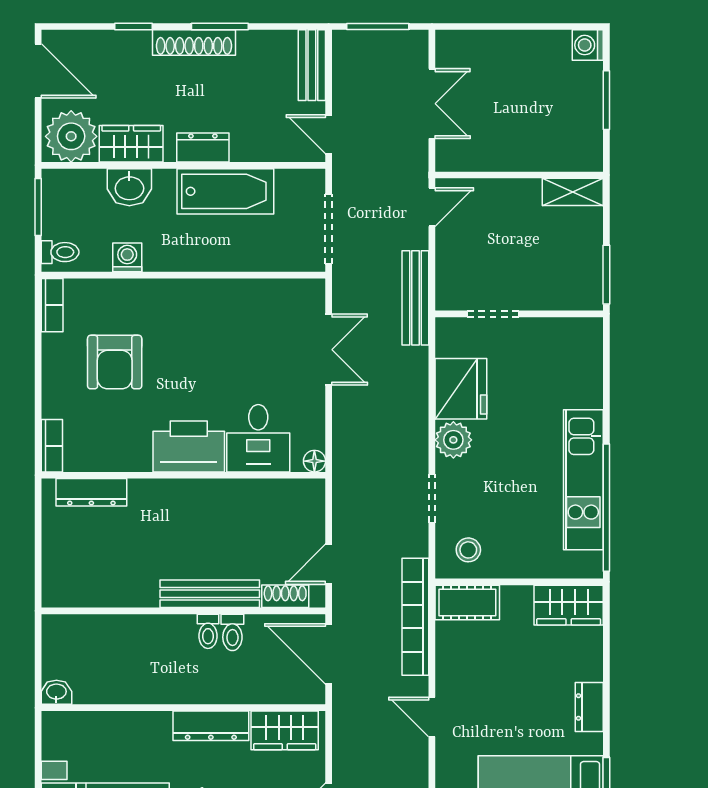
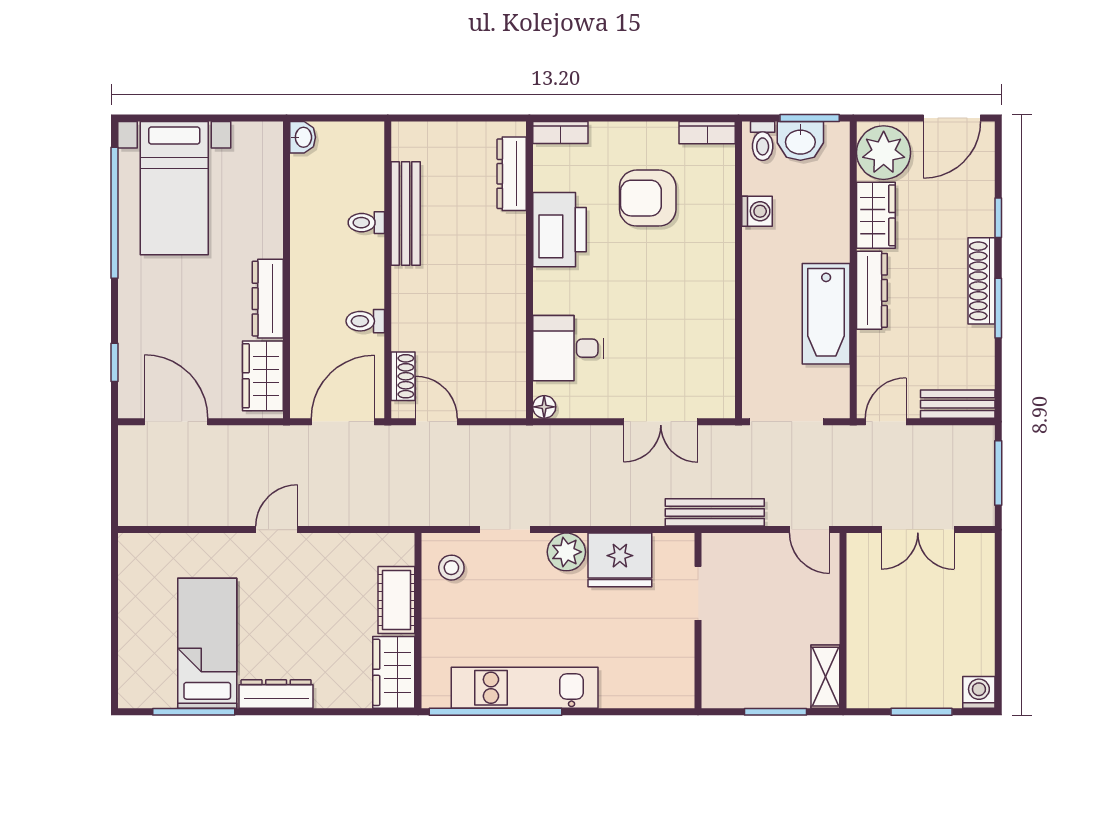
dresser: (203, 147) -> (872, 290), width x1.44
washbasin: (129, 187) -> (800, 141), moved, turned -90
window: (606, 275) -> (776, 712), moved
printer: (189, 446) -> (559, 230), moved
bench: (210, 594) -> (406, 213), moved
cot: (467, 603) -> (396, 600), moved
bookcase: (415, 617) -> (382, 512), removed
toilet: (208, 631) -> (366, 223), moved
dresser: (589, 707) -> (276, 694), width x1.44

